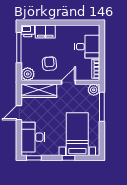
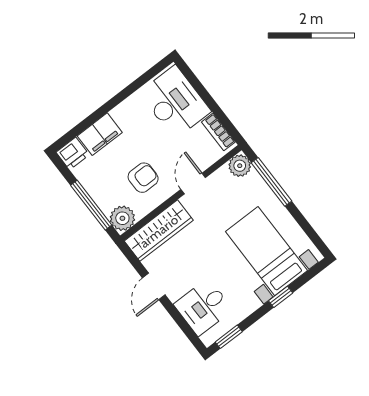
desk: (87, 47) -> (175, 102), width x1.37
window: (19, 48) -> (91, 205), moved
armchair: (49, 64) -> (143, 178), turned 94
desk: (33, 137) -> (203, 307), width x0.73

